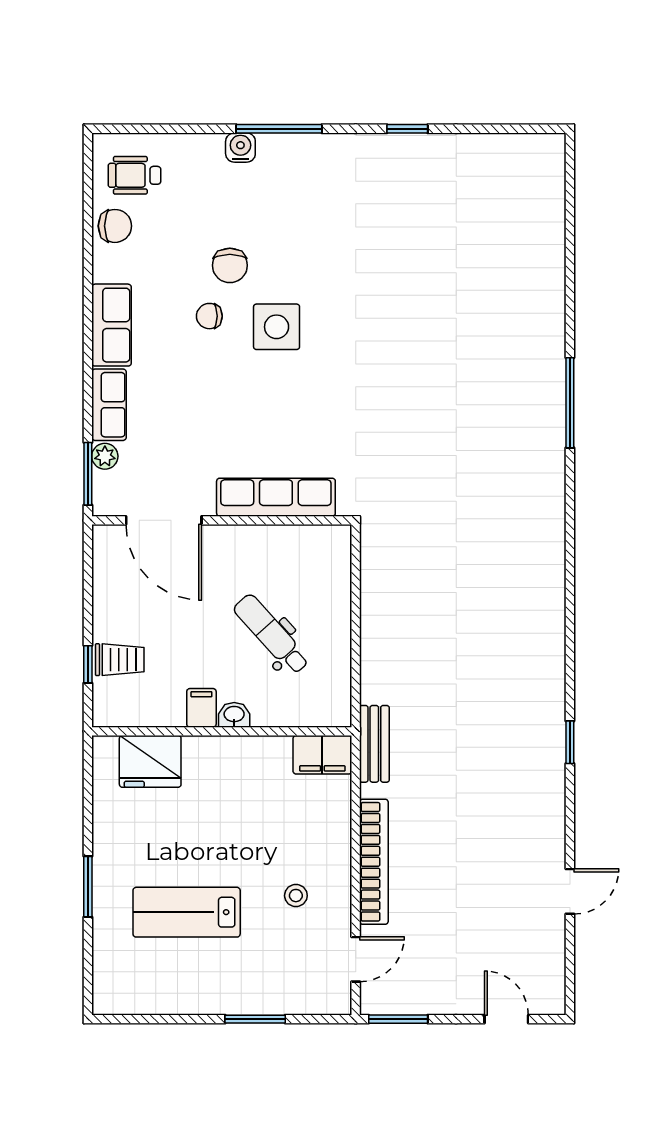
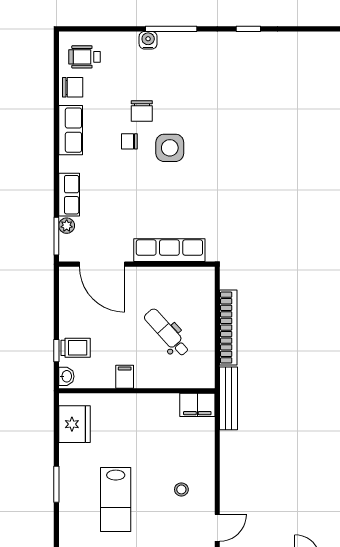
row of seats: (111, 325) -> (71, 130), moved
washbasin: (234, 715) -> (66, 376), moved, turned 90
bench: (374, 744) -> (228, 398), width x1.36
fridge: (150, 761) -> (74, 424), moved, turned -90
bookcase: (374, 862) -> (228, 328), moved
lab bench: (187, 912) -> (116, 499), turned -90

